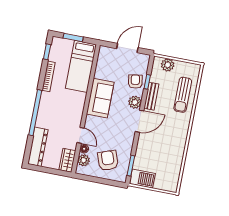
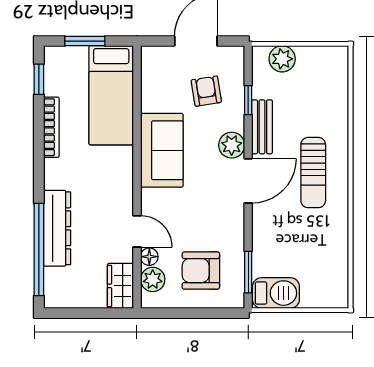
armchair: (135, 82) -> (206, 91), moved
sun lounger: (183, 95) -> (313, 173), moved
window: (35, 113) -> (39, 250), moved
dresser: (38, 147) -> (57, 228), moved
armchair: (108, 160) -> (201, 271), turned -70

